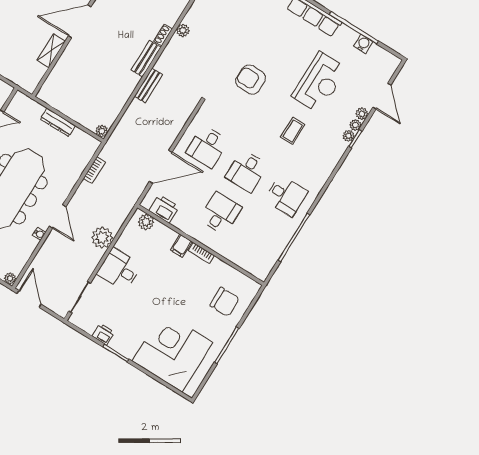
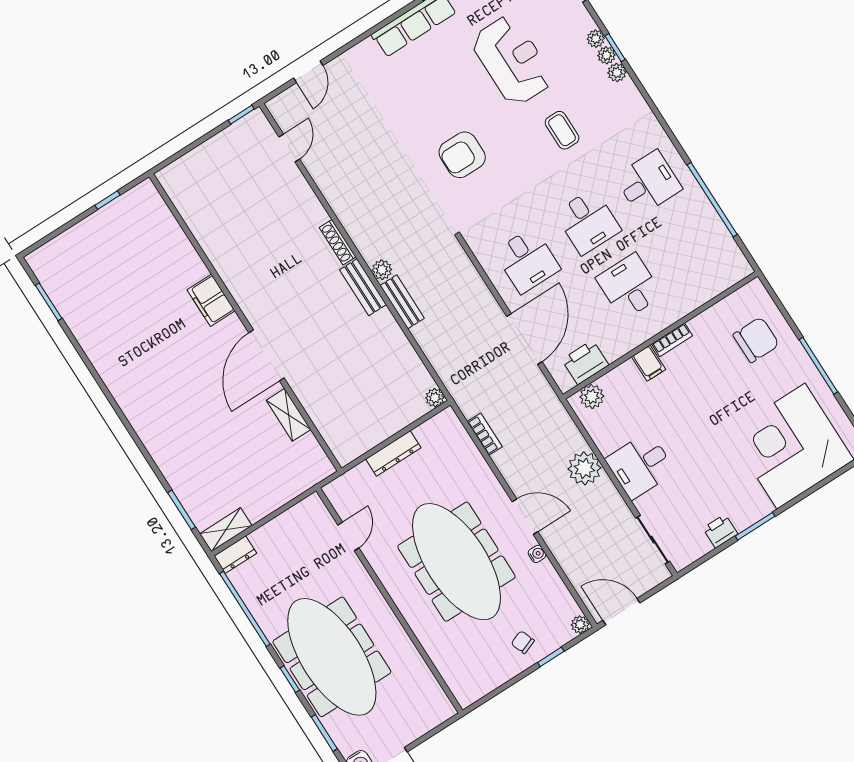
plant: (183, 30) -> (382, 270), moved
shoe rack: (163, 35) -> (338, 242), width x1.43
plant: (362, 114) -> (617, 73), moved

